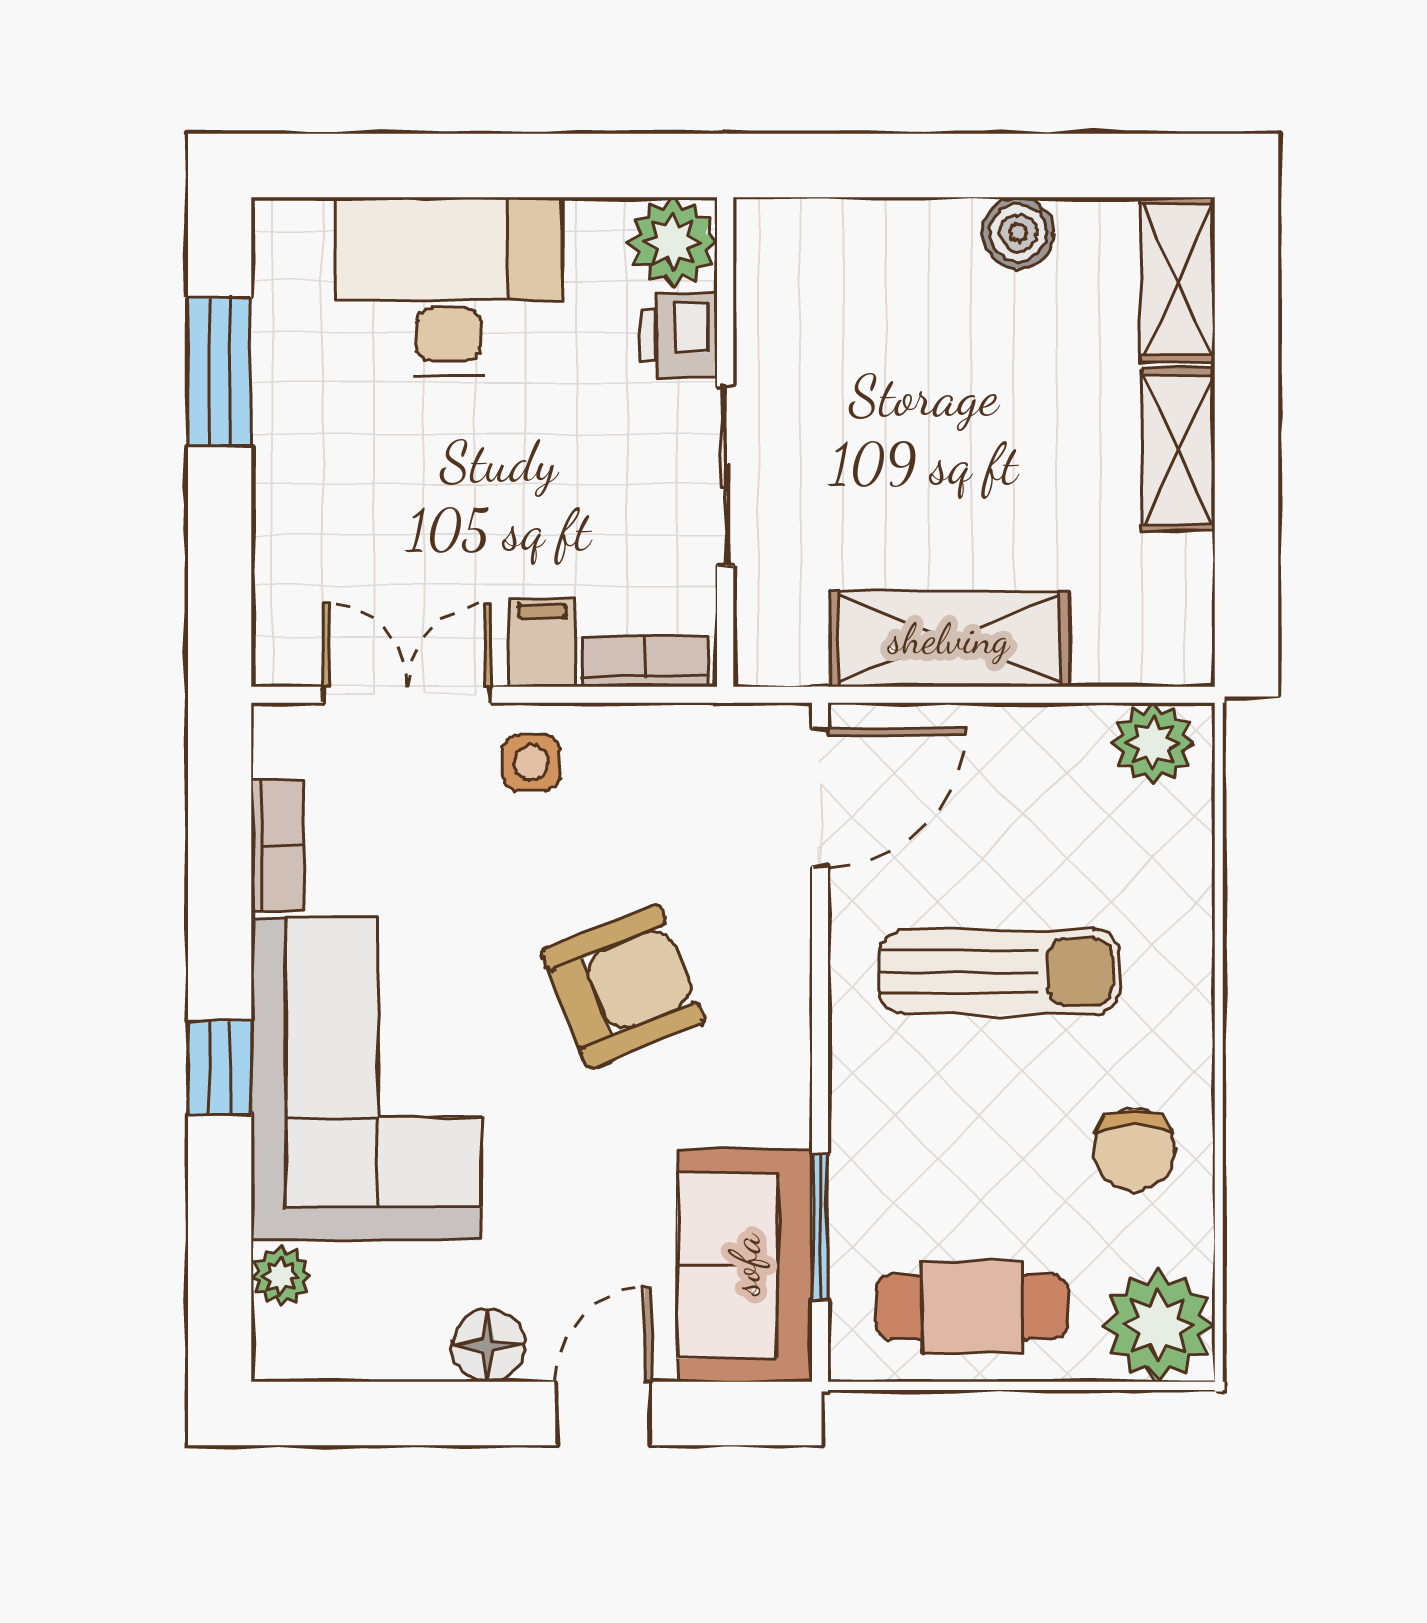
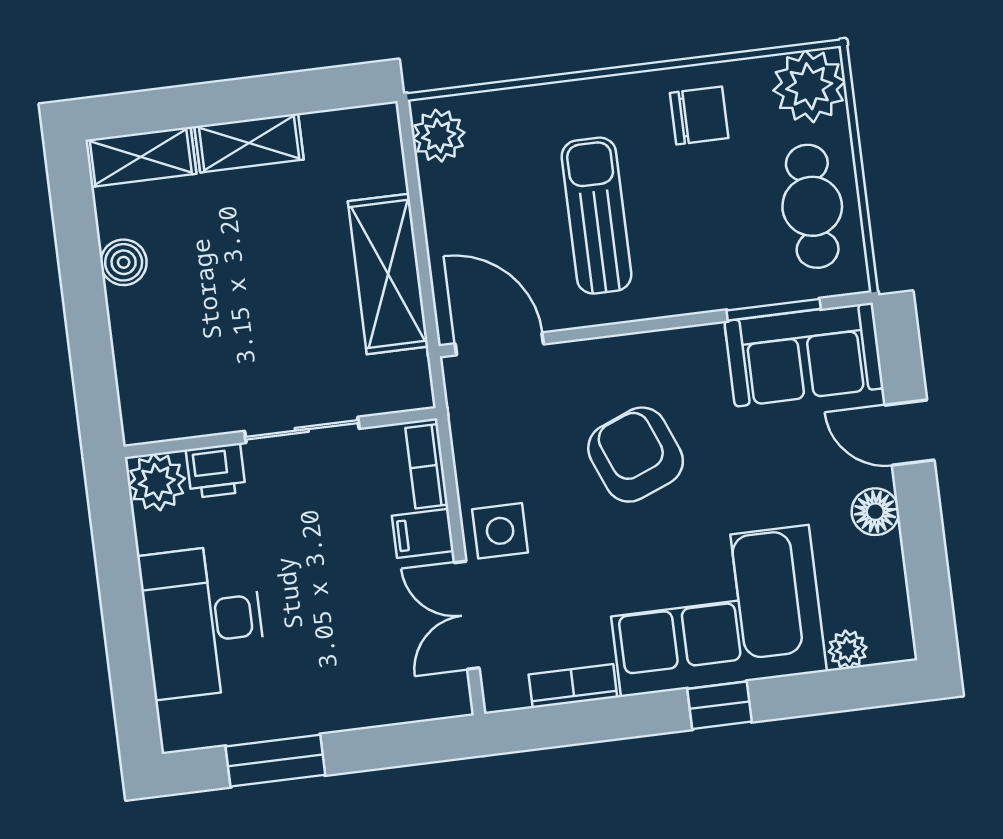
side table: (531, 762) -> (500, 531), width x1.37, depth x1.37

